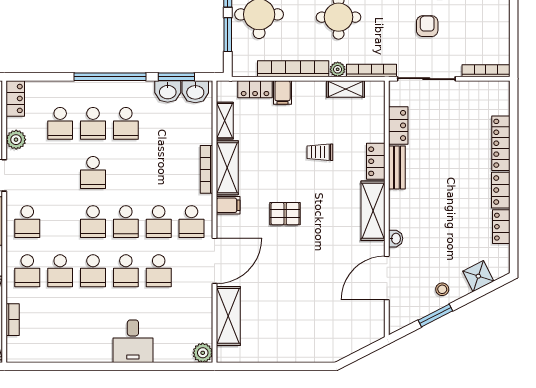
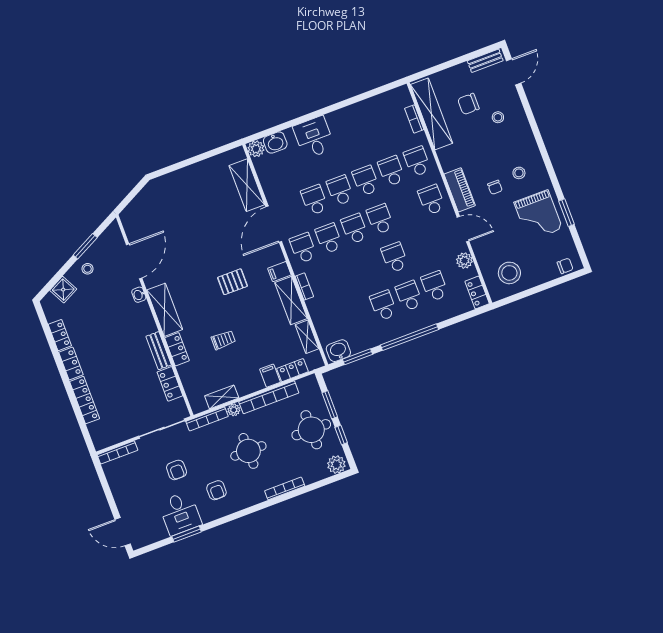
washbasin: (168, 91) -> (275, 143), moved, turned 180
bookcase: (206, 169) -> (304, 286), width x0.64

